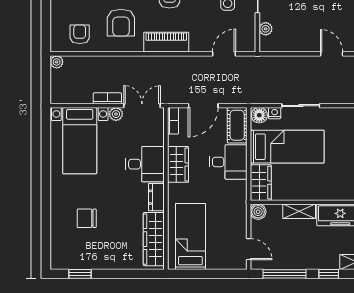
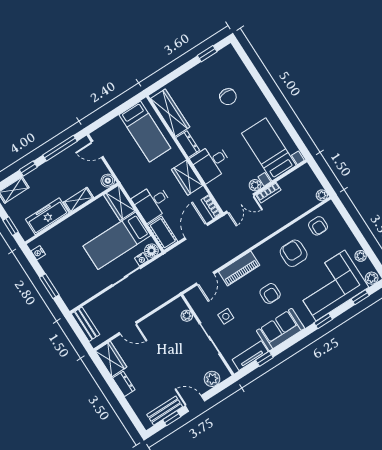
piano: (166, 42) -> (239, 269), moved
chair: (87, 218) -> (228, 97), turned 90

